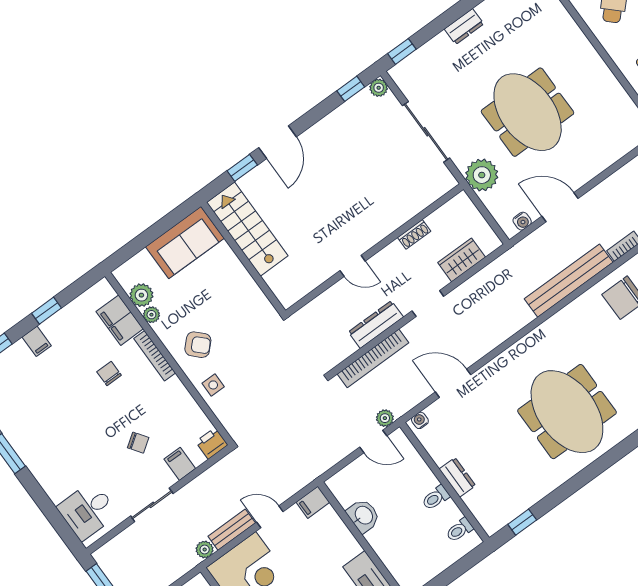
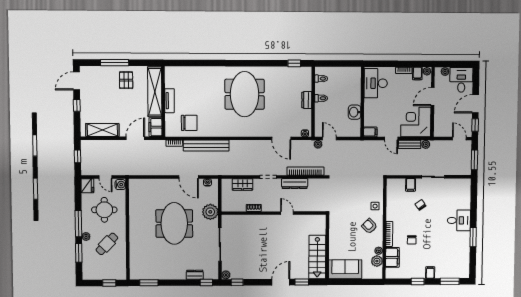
dresser: (464, 26) -> (195, 275), moved
printer: (212, 443) -> (392, 184), removed
desk: (88, 511) -> (459, 220), moved

